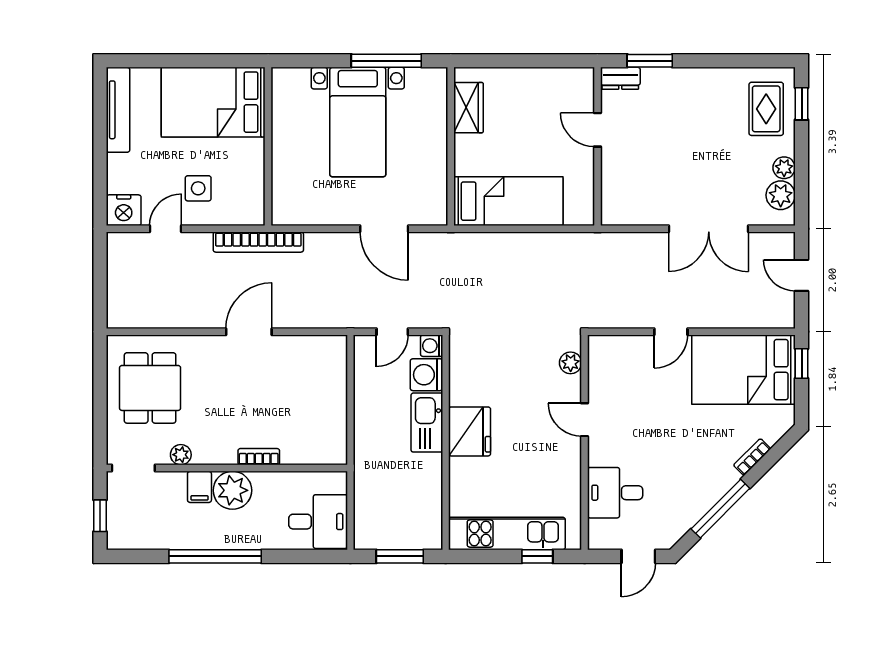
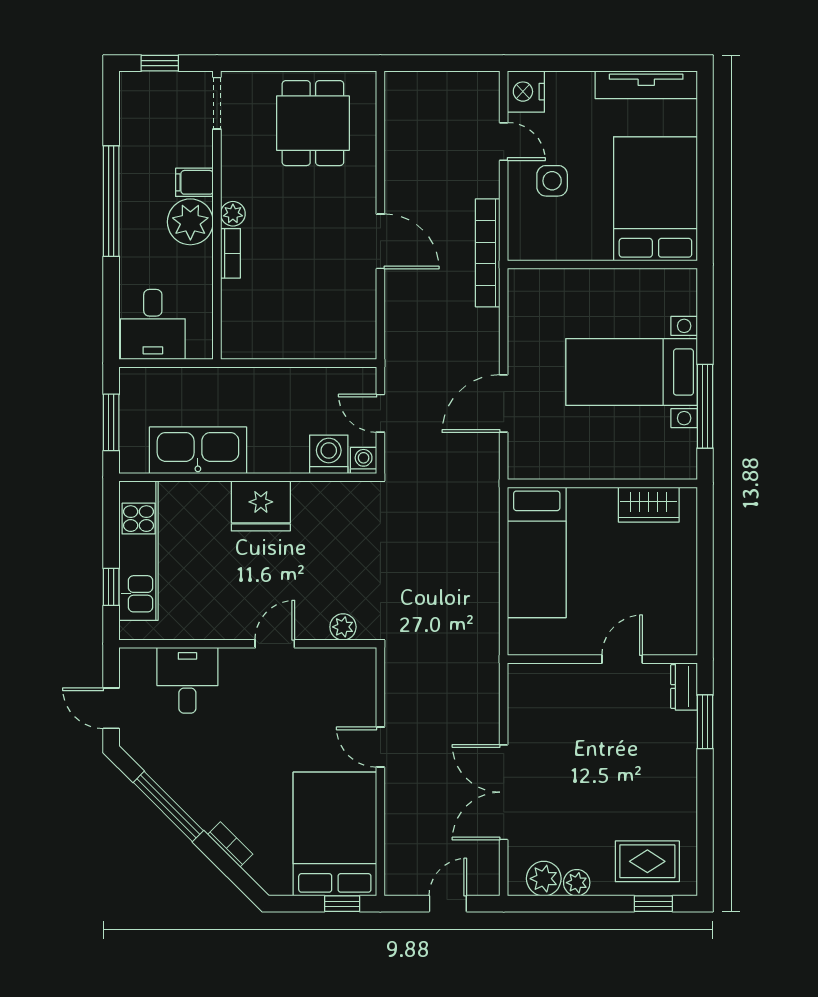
dining table: (150, 388) -> (313, 123), turned 90
kitchen sink: (427, 423) -> (198, 450), moved, width x1.36, depth x1.24
plant: (181, 455) -> (233, 214), moved

